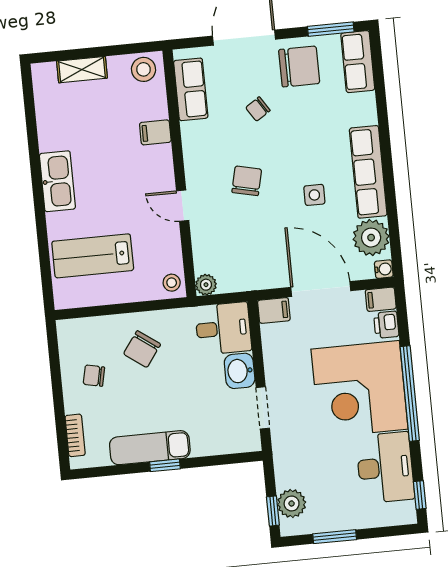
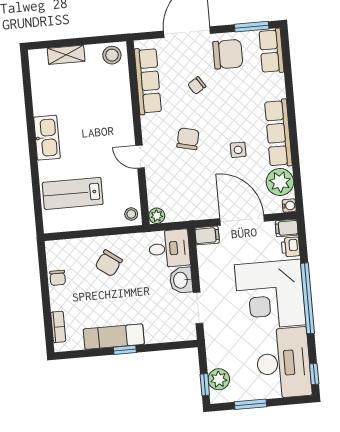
row of seats: (191, 89) -> (148, 81), width x1.48
filing cabinet: (155, 132) -> (120, 102), removed
chair: (94, 376) -> (58, 278), moved, turned -102
desk: (385, 468) -> (283, 363), width x1.36, depth x1.30

